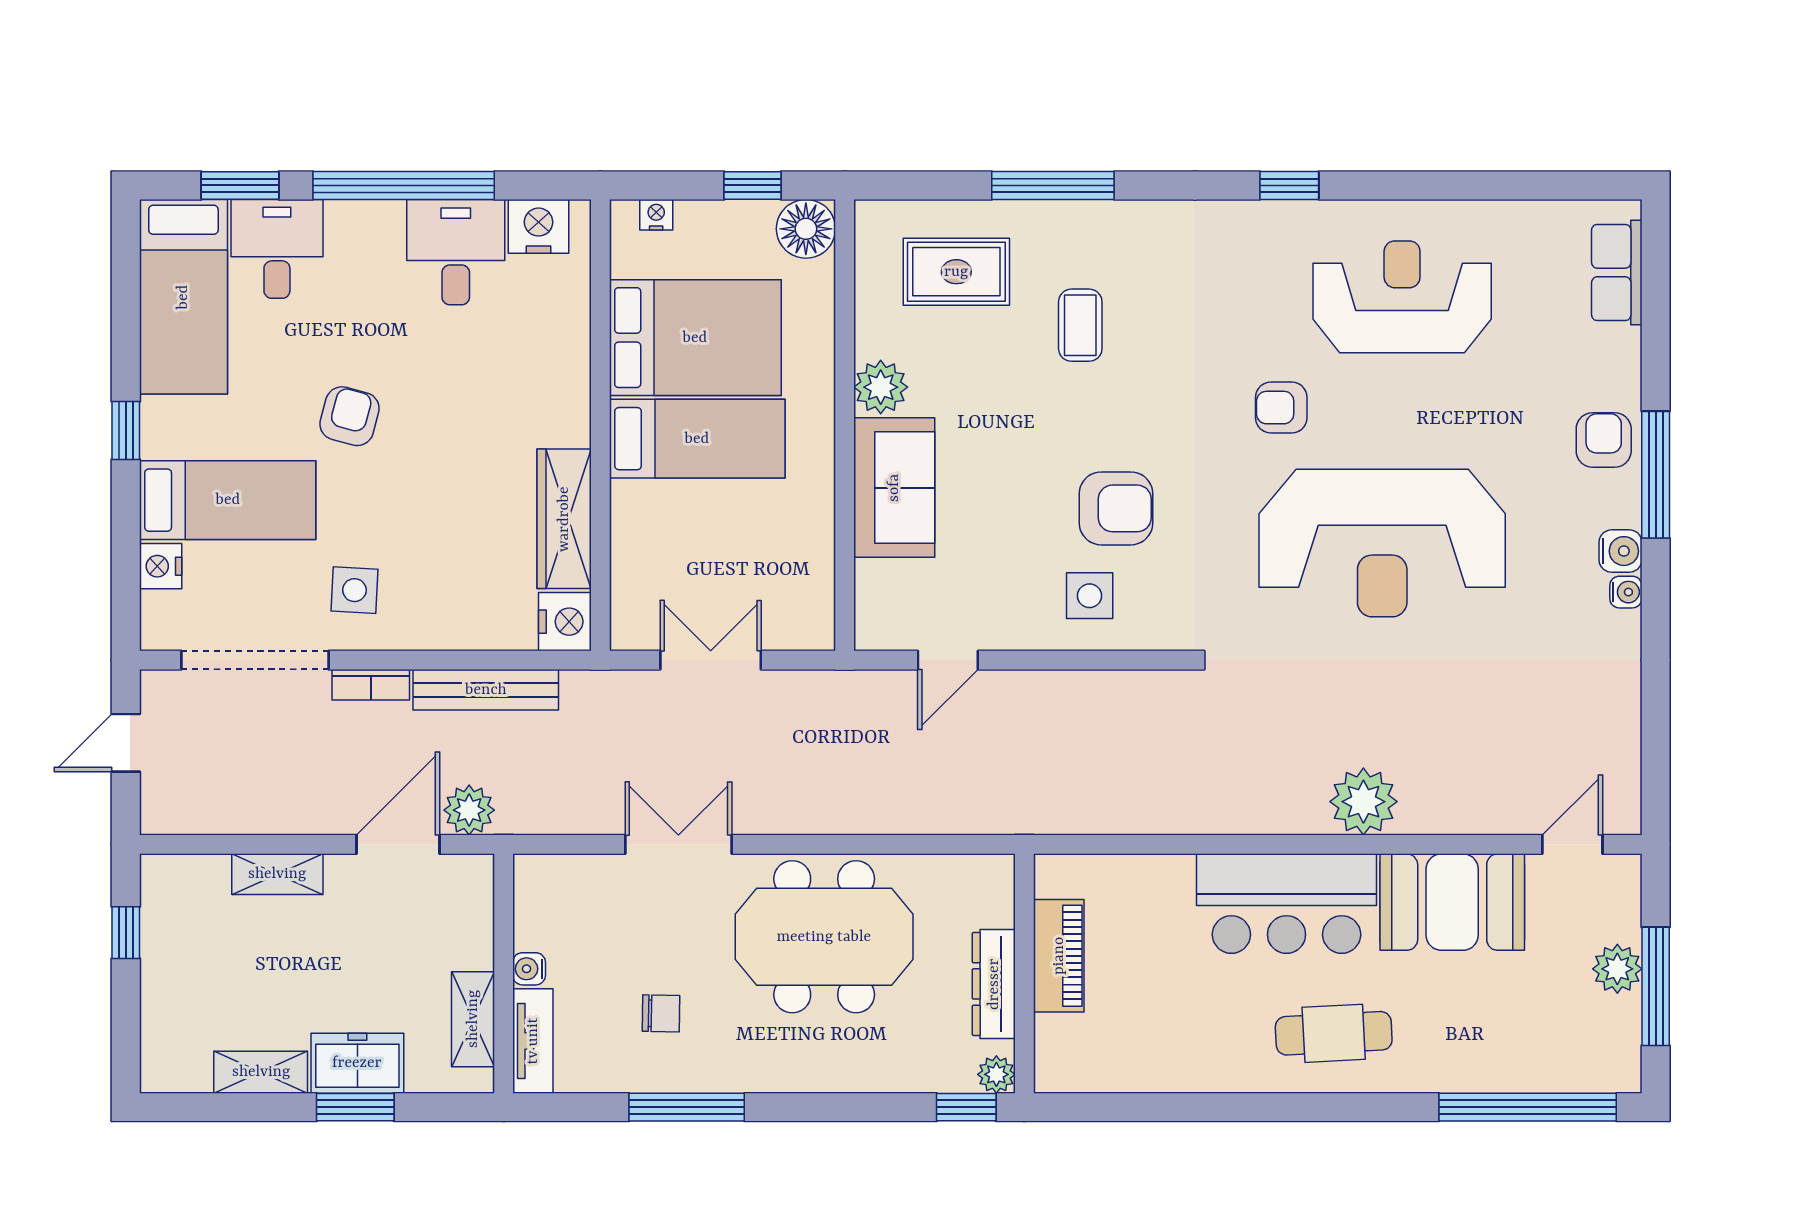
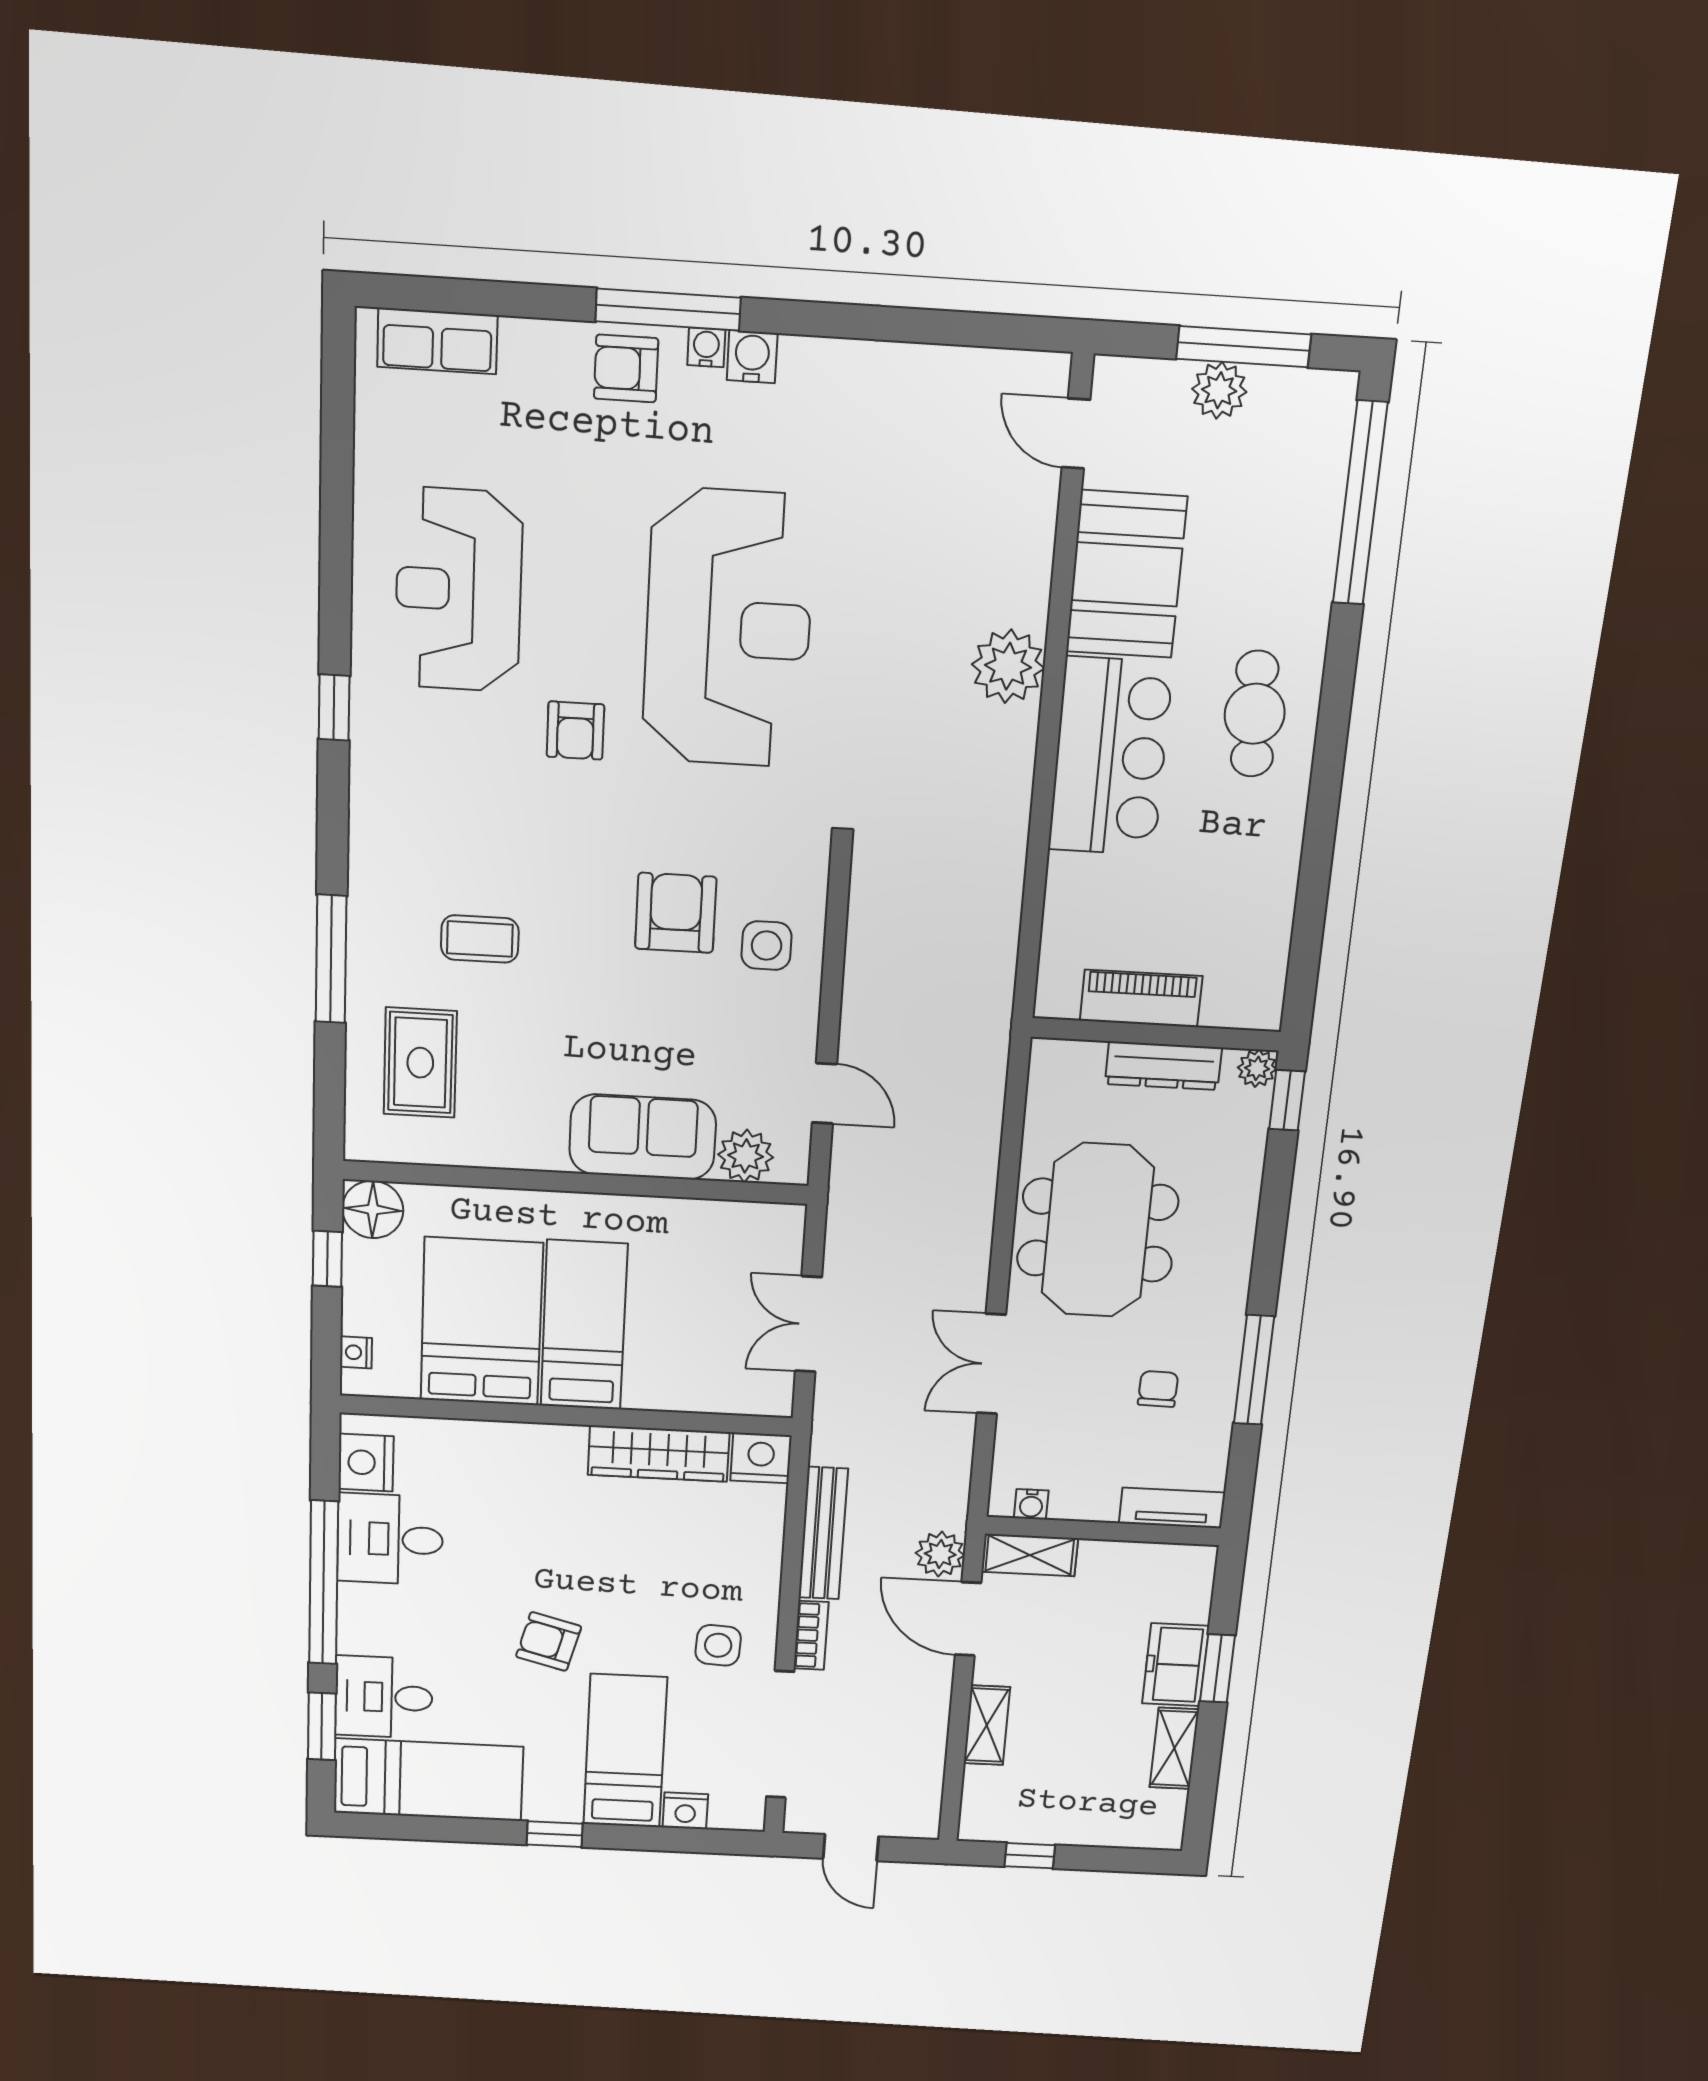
plant: (881, 387) -> (746, 1156), moved
water cooler: (1626, 592) -> (706, 347), moved
water cooler: (529, 969) -> (1031, 1504), moved
shelving: (473, 1019) -> (1030, 1555), moved

